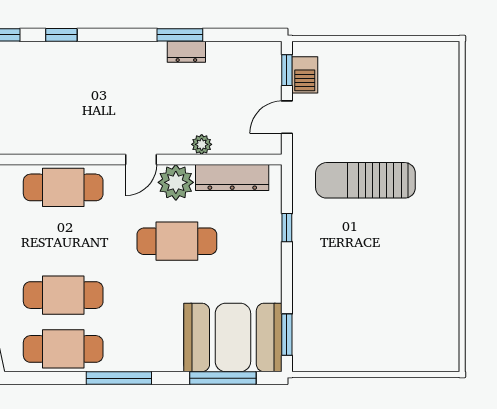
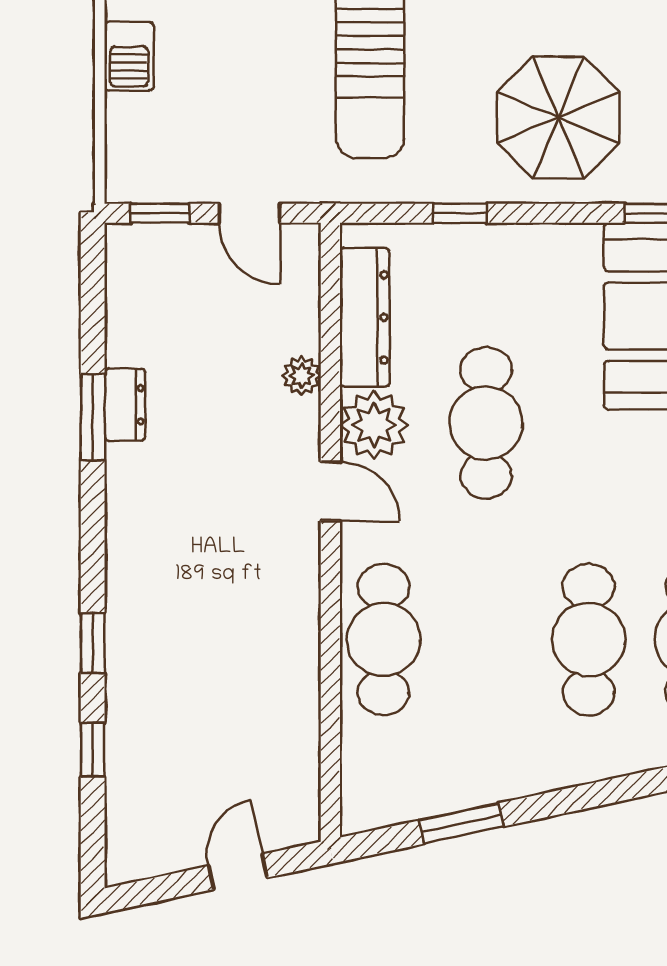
barbecue: (305, 75) -> (129, 56), moved, turned 90
parasol: (337, 279) -> (558, 117), added

